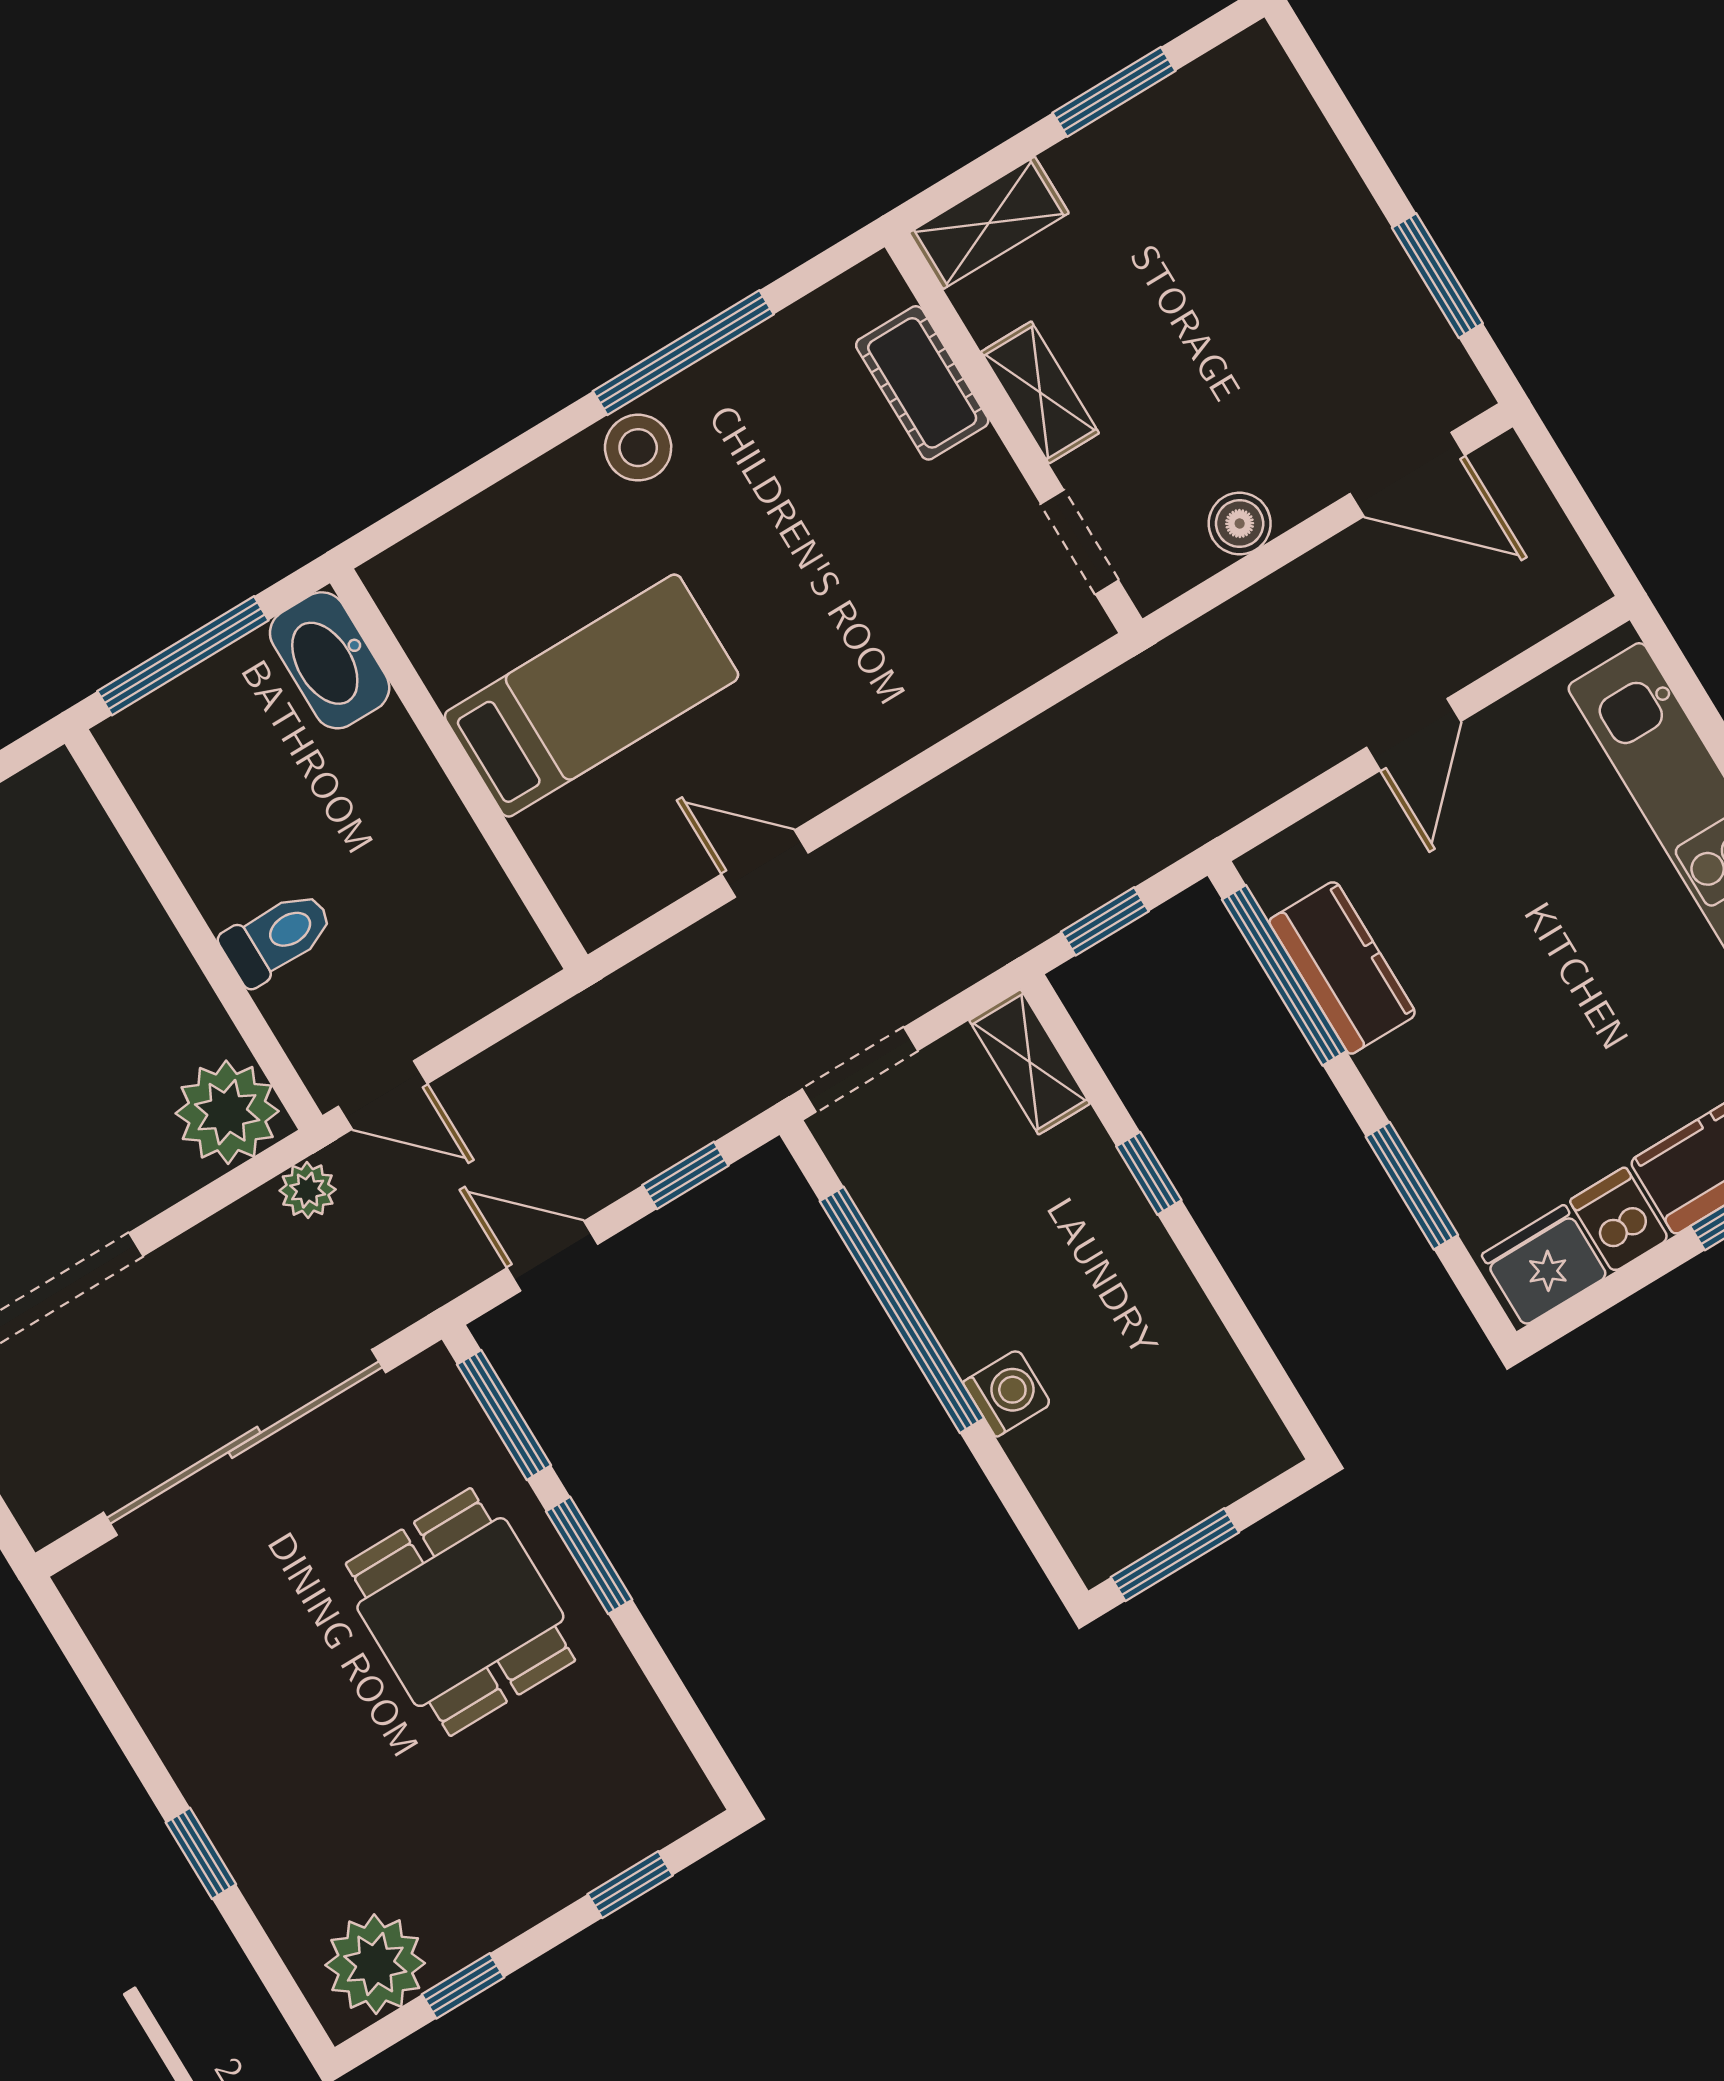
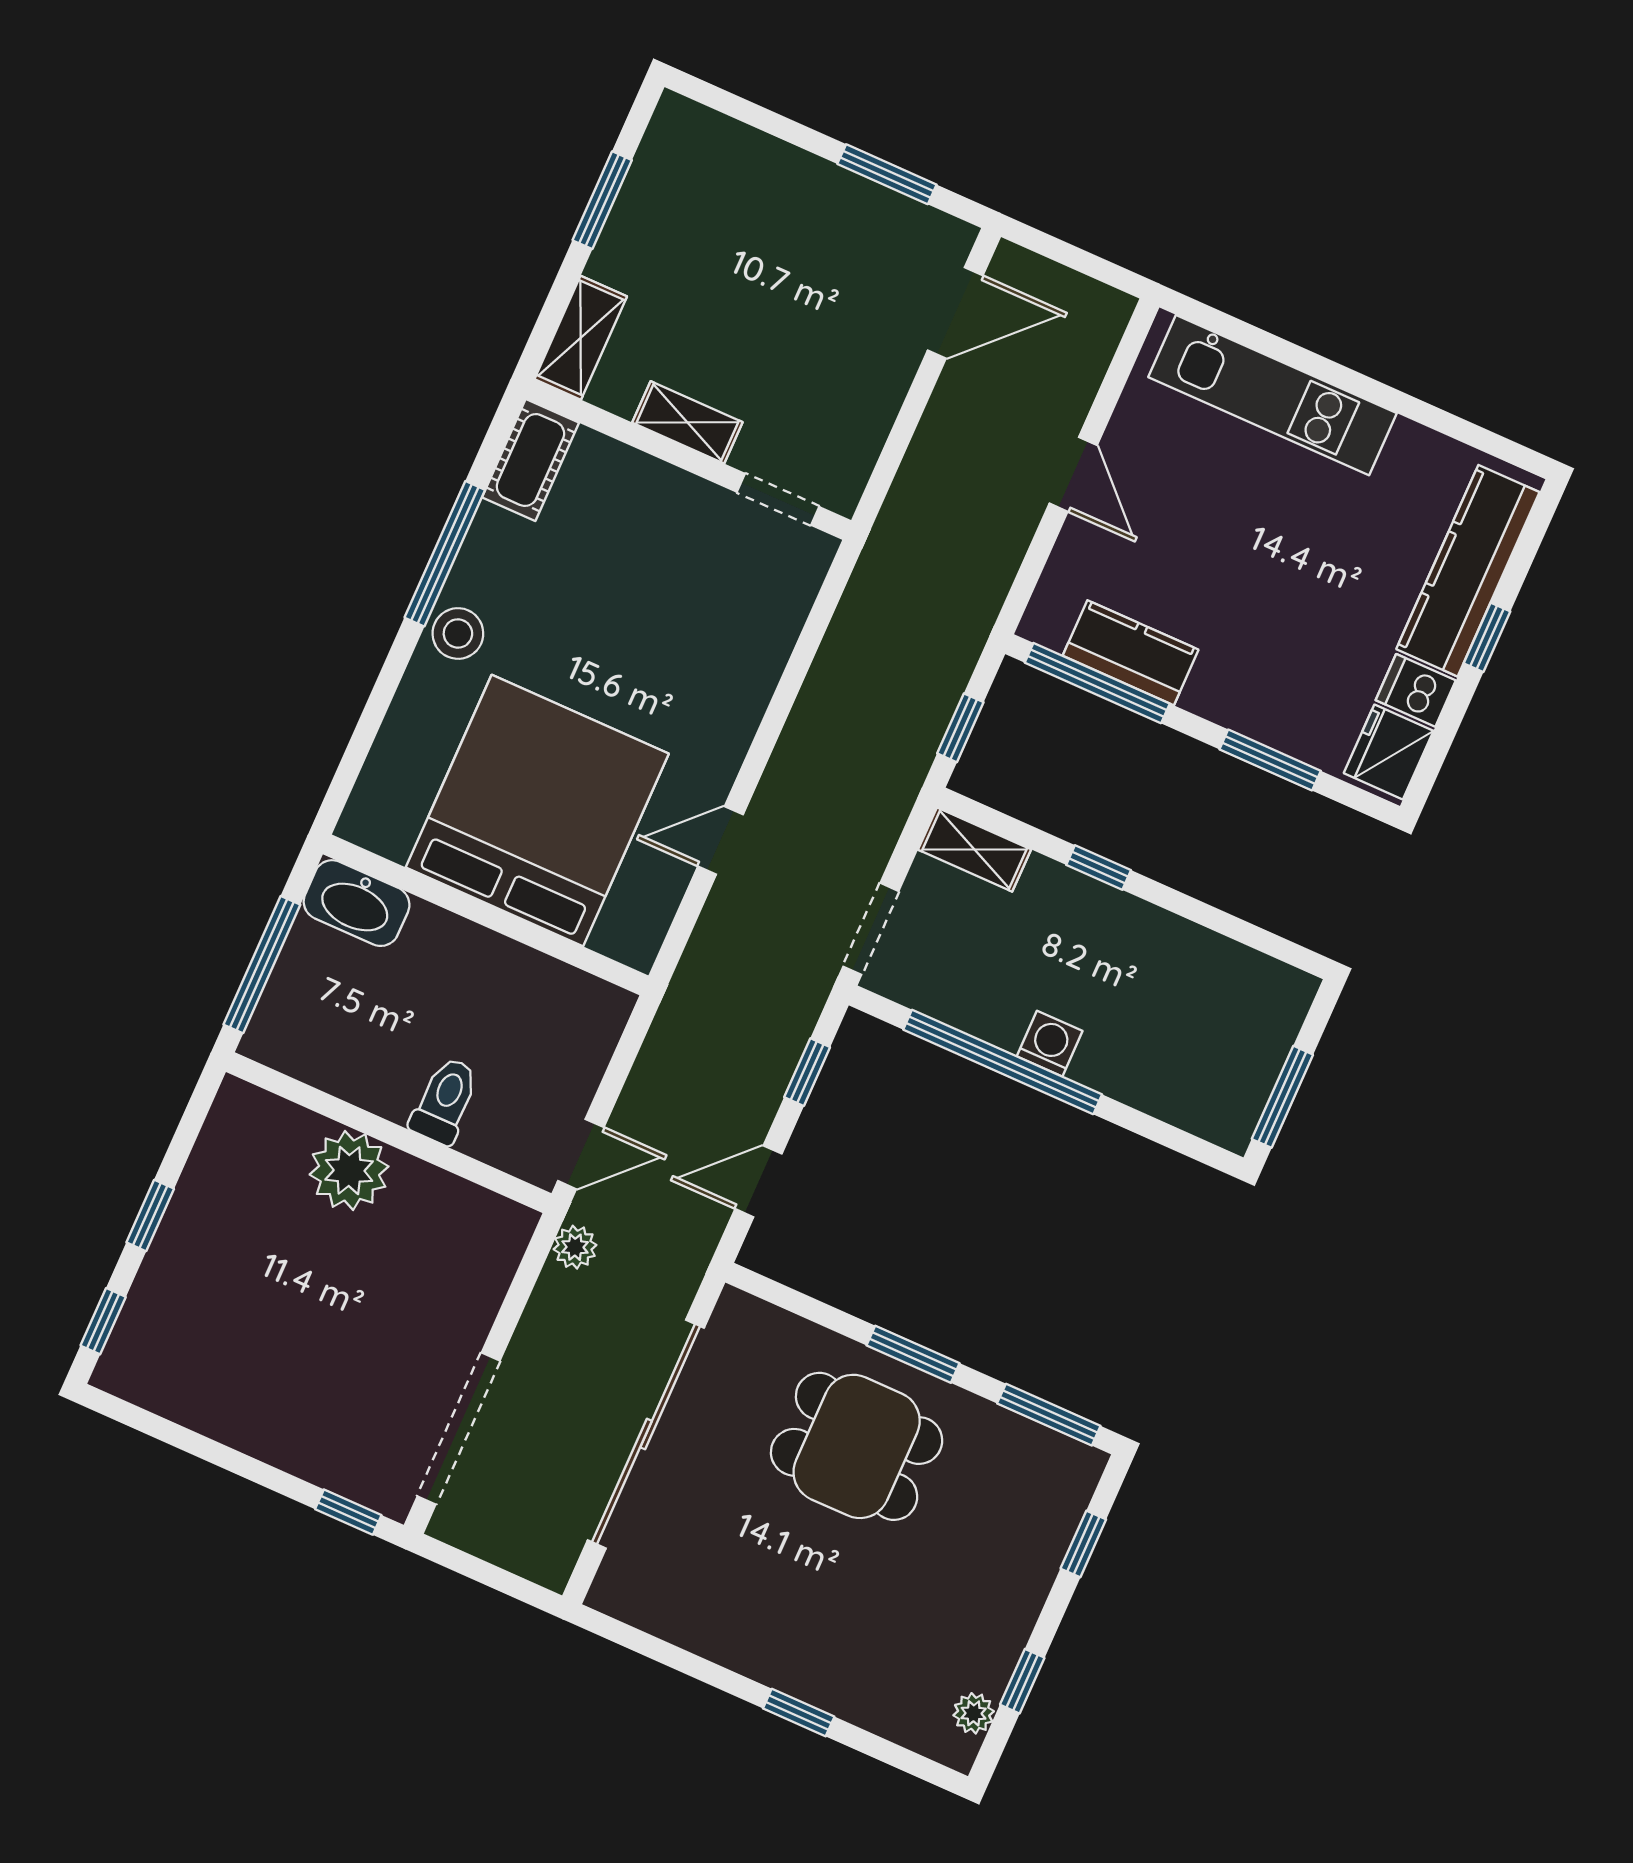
cot: (922, 383) -> (530, 460), moved, turned 90
boiler: (1240, 524) -> (871, 418), removed
bed: (591, 696) -> (537, 811), width x2.04
plant: (227, 1112) -> (349, 1171), moved
washing machine: (1007, 1393) -> (1050, 1044), moved
window: (504, 1415) -> (1049, 1415), moved
plant: (375, 1964) -> (974, 1713), width x0.53, depth x0.53

